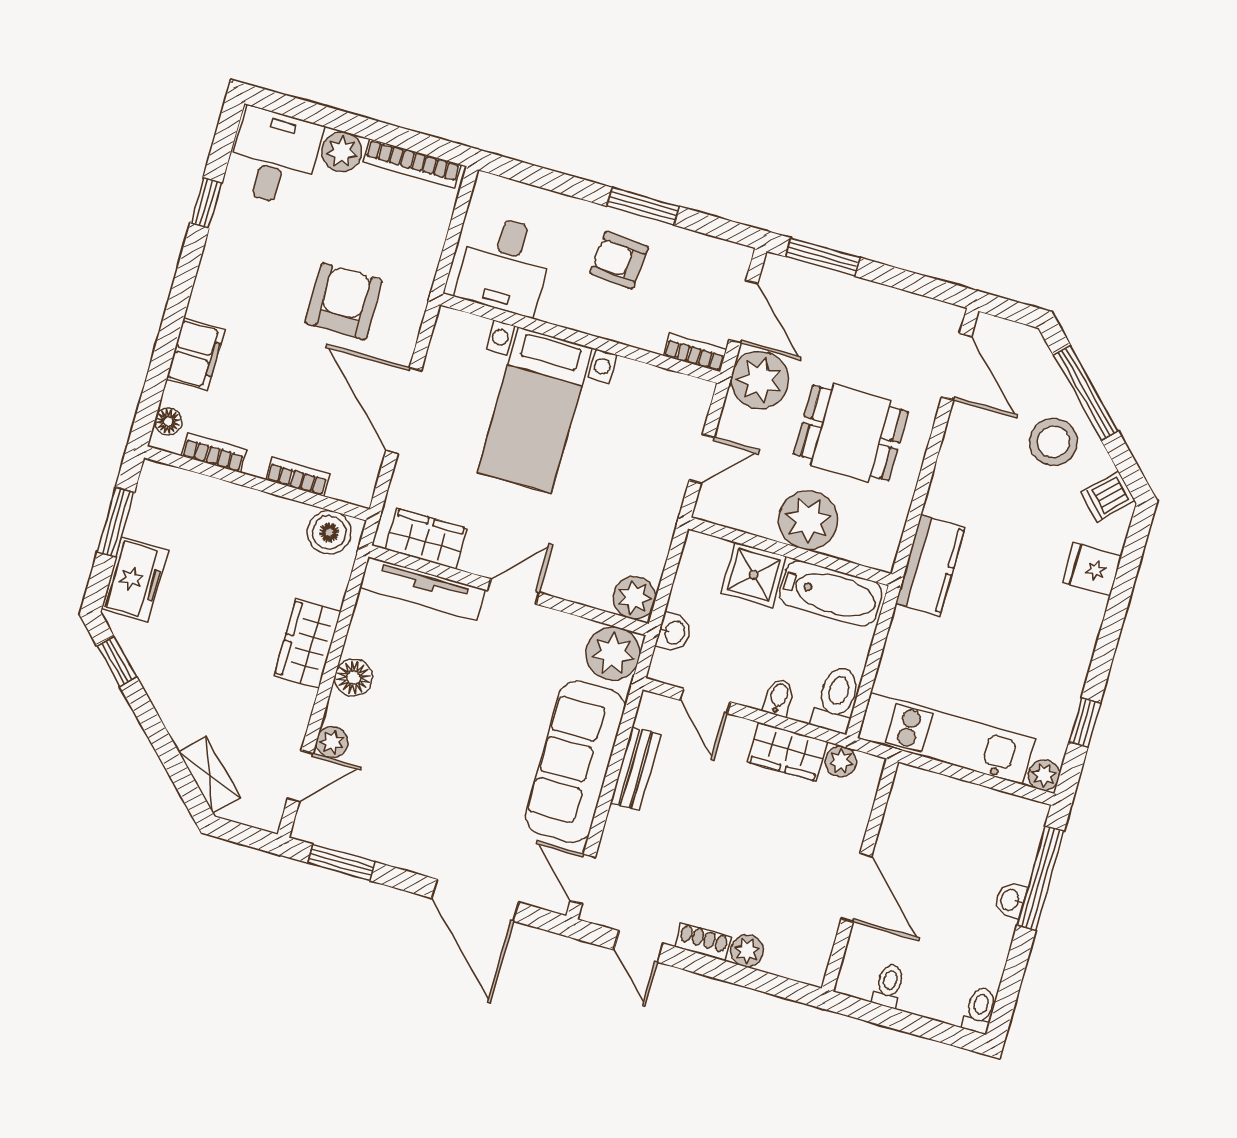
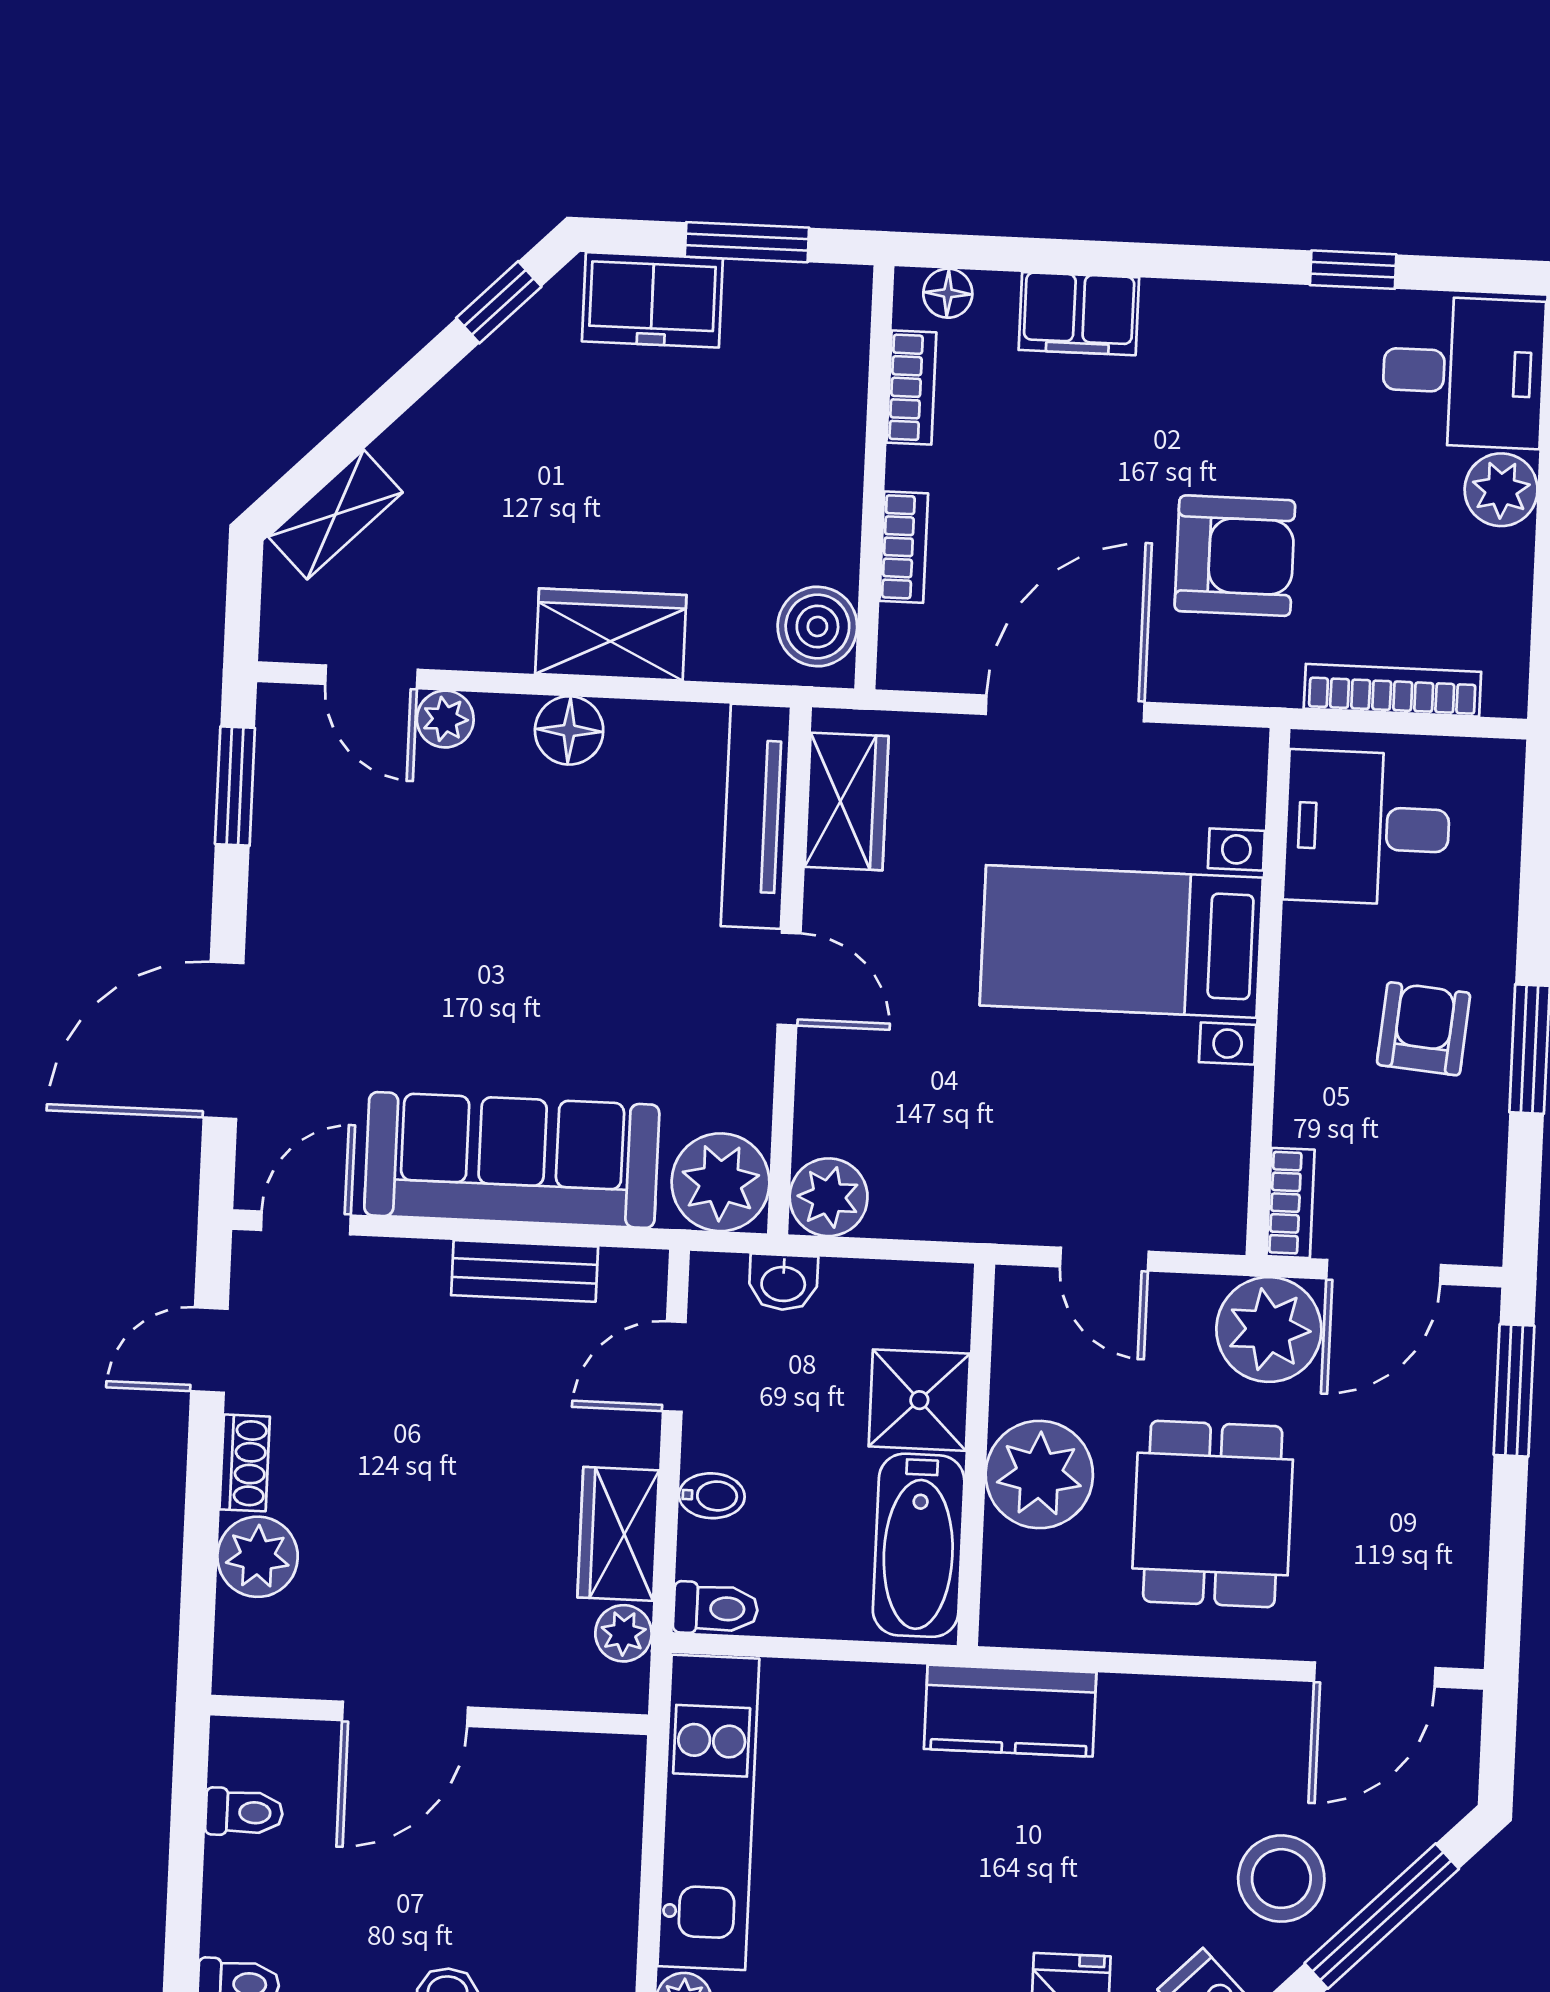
bookcase: (412, 163) -> (1392, 690), moved, turned 90
toilet: (836, 699) -> (716, 1608), width x0.73, depth x0.72
plant: (747, 951) -> (258, 1557), width x1.38, depth x1.38

